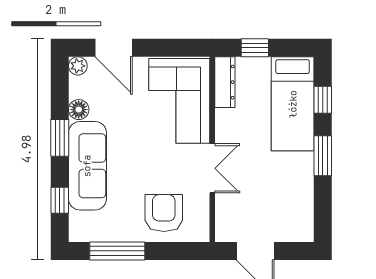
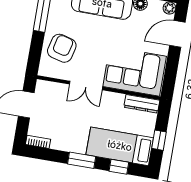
window: (255, 48) -> (159, 140), moved
armchair: (164, 213) -> (62, 48), turned -76
bookcase: (307, 224) -> (38, 142), added

